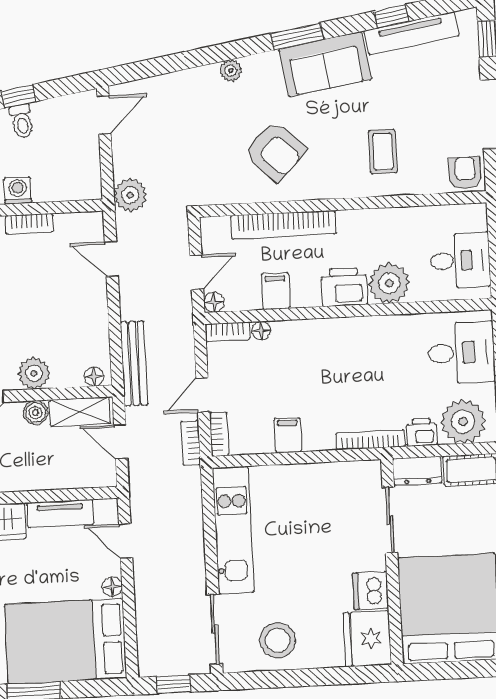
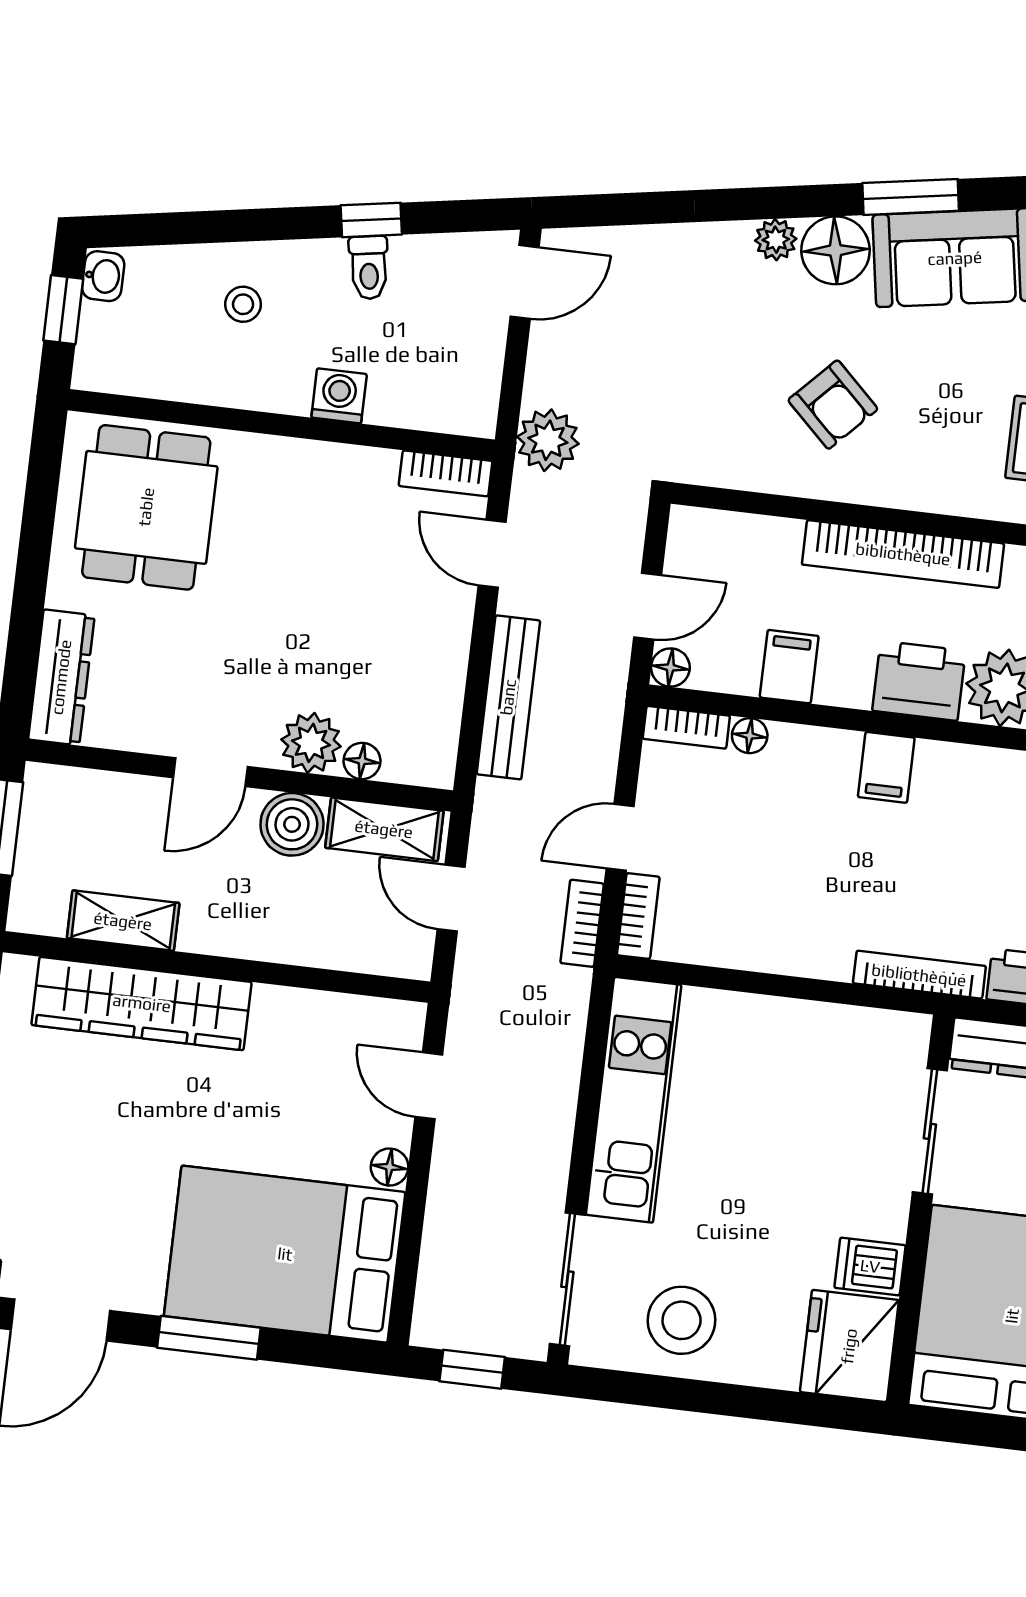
floor lamp: (263, 71) -> (836, 250), added
armchair: (275, 151) -> (833, 405), width x0.72, depth x0.72
bookcase: (29, 224) -> (446, 473), moved
bookcase: (283, 225) -> (903, 554), moved
bench: (134, 364) -> (508, 697), moved
floor lamp: (94, 377) -> (362, 761), moved
boiler: (36, 413) -> (292, 824), width x1.36, depth x1.36
filing cabinet: (288, 435) -> (886, 767), moved, turned 180
tv unit: (60, 513) -> (315, 1014), removed
dishwasher: (370, 591) -> (870, 1266), width x0.73

